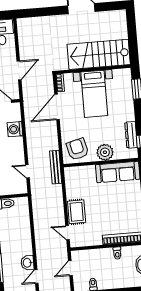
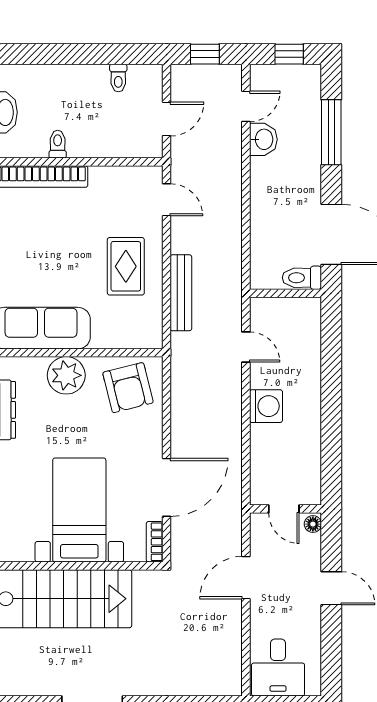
washing machine: (15, 129) -> (266, 406), moved
bench: (56, 167) -> (181, 293), moved
rug: (77, 212) -> (126, 266), moved

